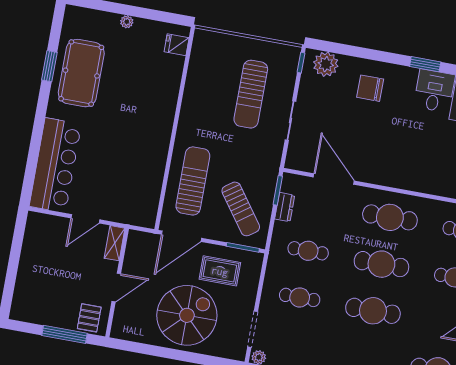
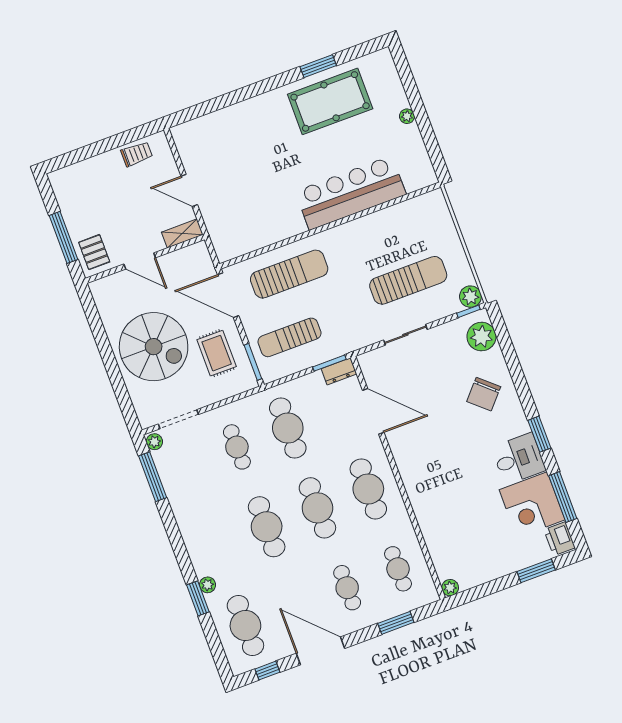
fridge: (177, 45) -> (413, 179), removed
plant: (291, 55) -> (470, 297), added
chair: (370, 88) -> (484, 394), turned -138
sun lounger: (251, 94) -> (408, 280), turned 180
bar counter: (55, 165) -> (351, 193), moved, turned 180
door: (334, 179) -> (373, 411), hinge flipped
dresser: (285, 207) -> (339, 371), moved
sun lounger: (241, 209) -> (290, 337), turned 36
trolley: (34, 242) -> (137, 154), added
cafe table: (308, 251) -> (288, 428), width x1.37, depth x1.35
pallet: (89, 318) -> (94, 252), turned 90

